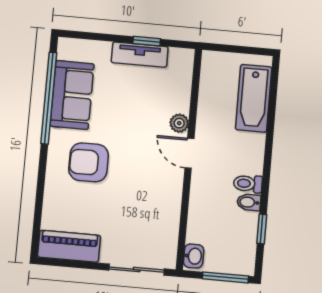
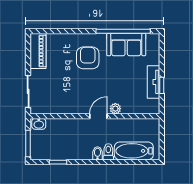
toilet: (248, 184) -> (108, 152), moved
bidet: (249, 202) -> (97, 153), moved

